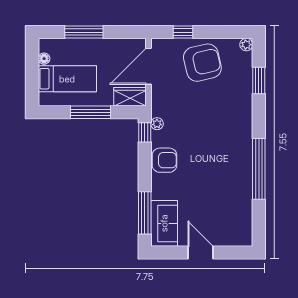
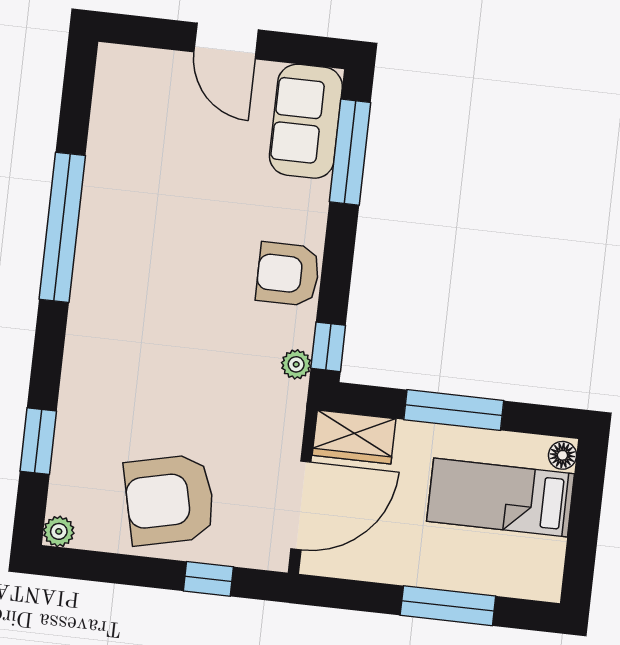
floor lamp: (44, 59) -> (562, 455), moved

